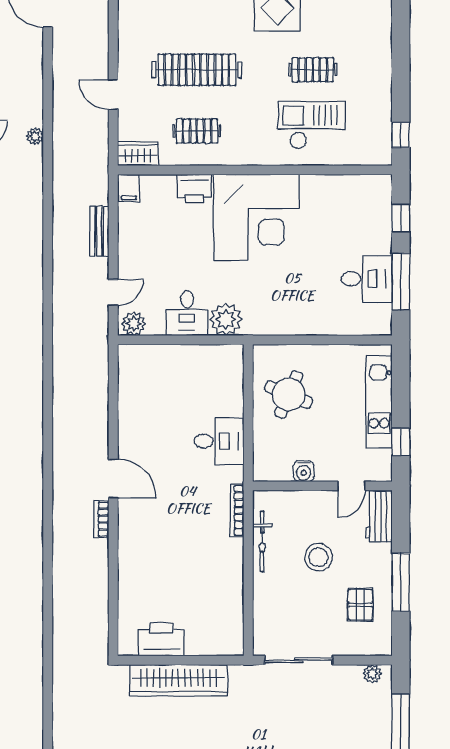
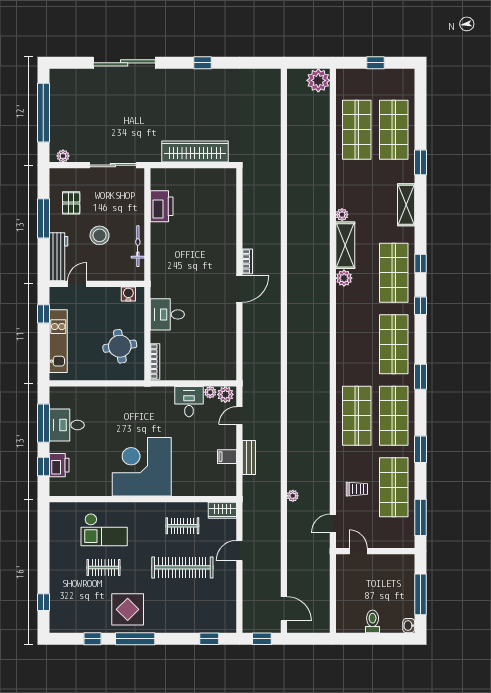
door: (113, 95) -> (239, 551), swing flipped
window: (401, 135) -> (43, 602), moved
plant: (35, 136) -> (293, 496), moved
filing cabinet: (129, 188) -> (227, 457), moved, turned -90
printer: (194, 189) -> (59, 465), moved, turned 90
plant: (226, 319) -> (210, 392), moved, width x0.53, depth x0.53
round table: (289, 394) -> (120, 346), turned -32
water cooler: (304, 471) -> (128, 294), moved
door: (113, 479) -> (239, 289), swing flipped
bookcase: (237, 510) -> (155, 361), moved
workbench: (379, 516) -> (59, 257), width x1.38
printer: (161, 639) -> (162, 206), moved, turned -90

